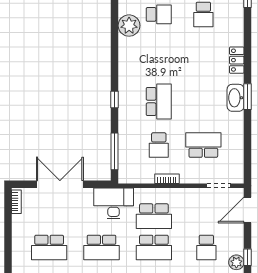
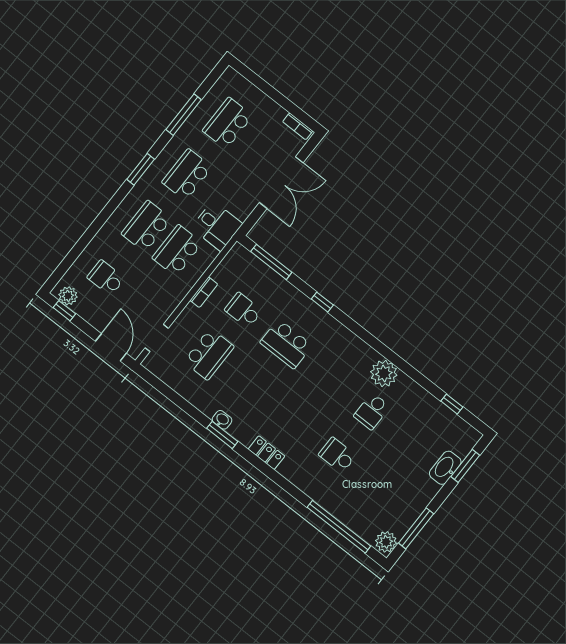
washbasin: (236, 98) -> (222, 420), width x0.52, depth x0.69
desk: (114, 203) -> (217, 226), width x0.73

